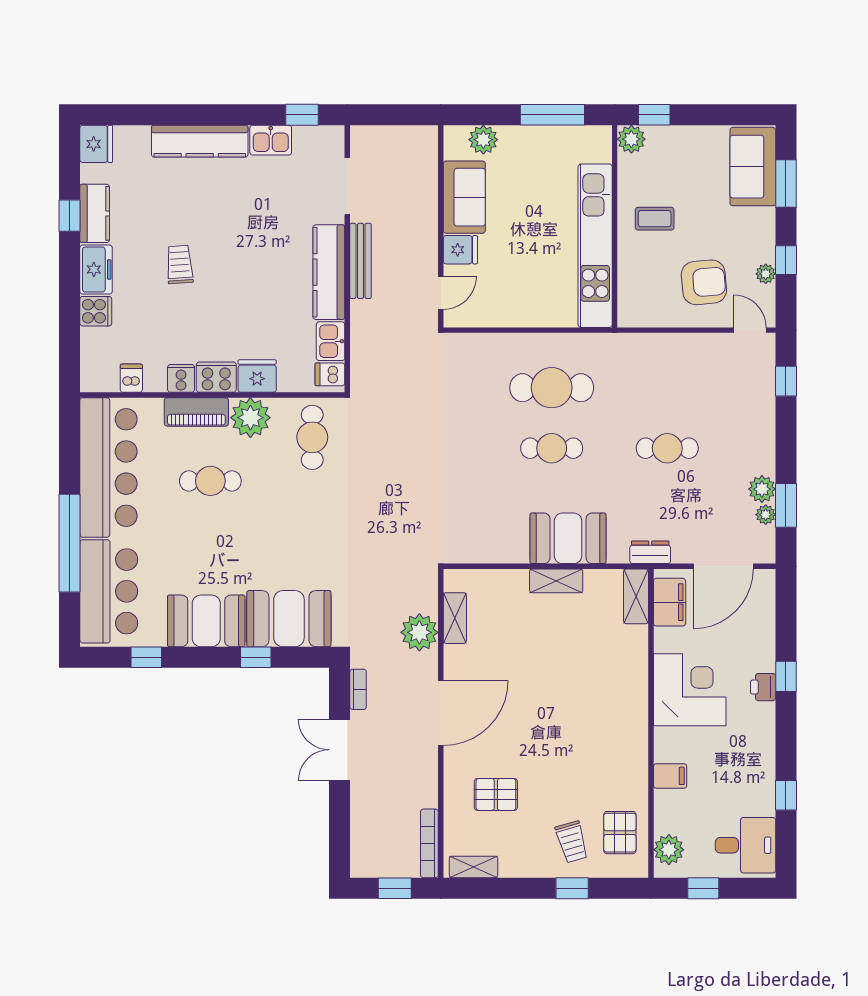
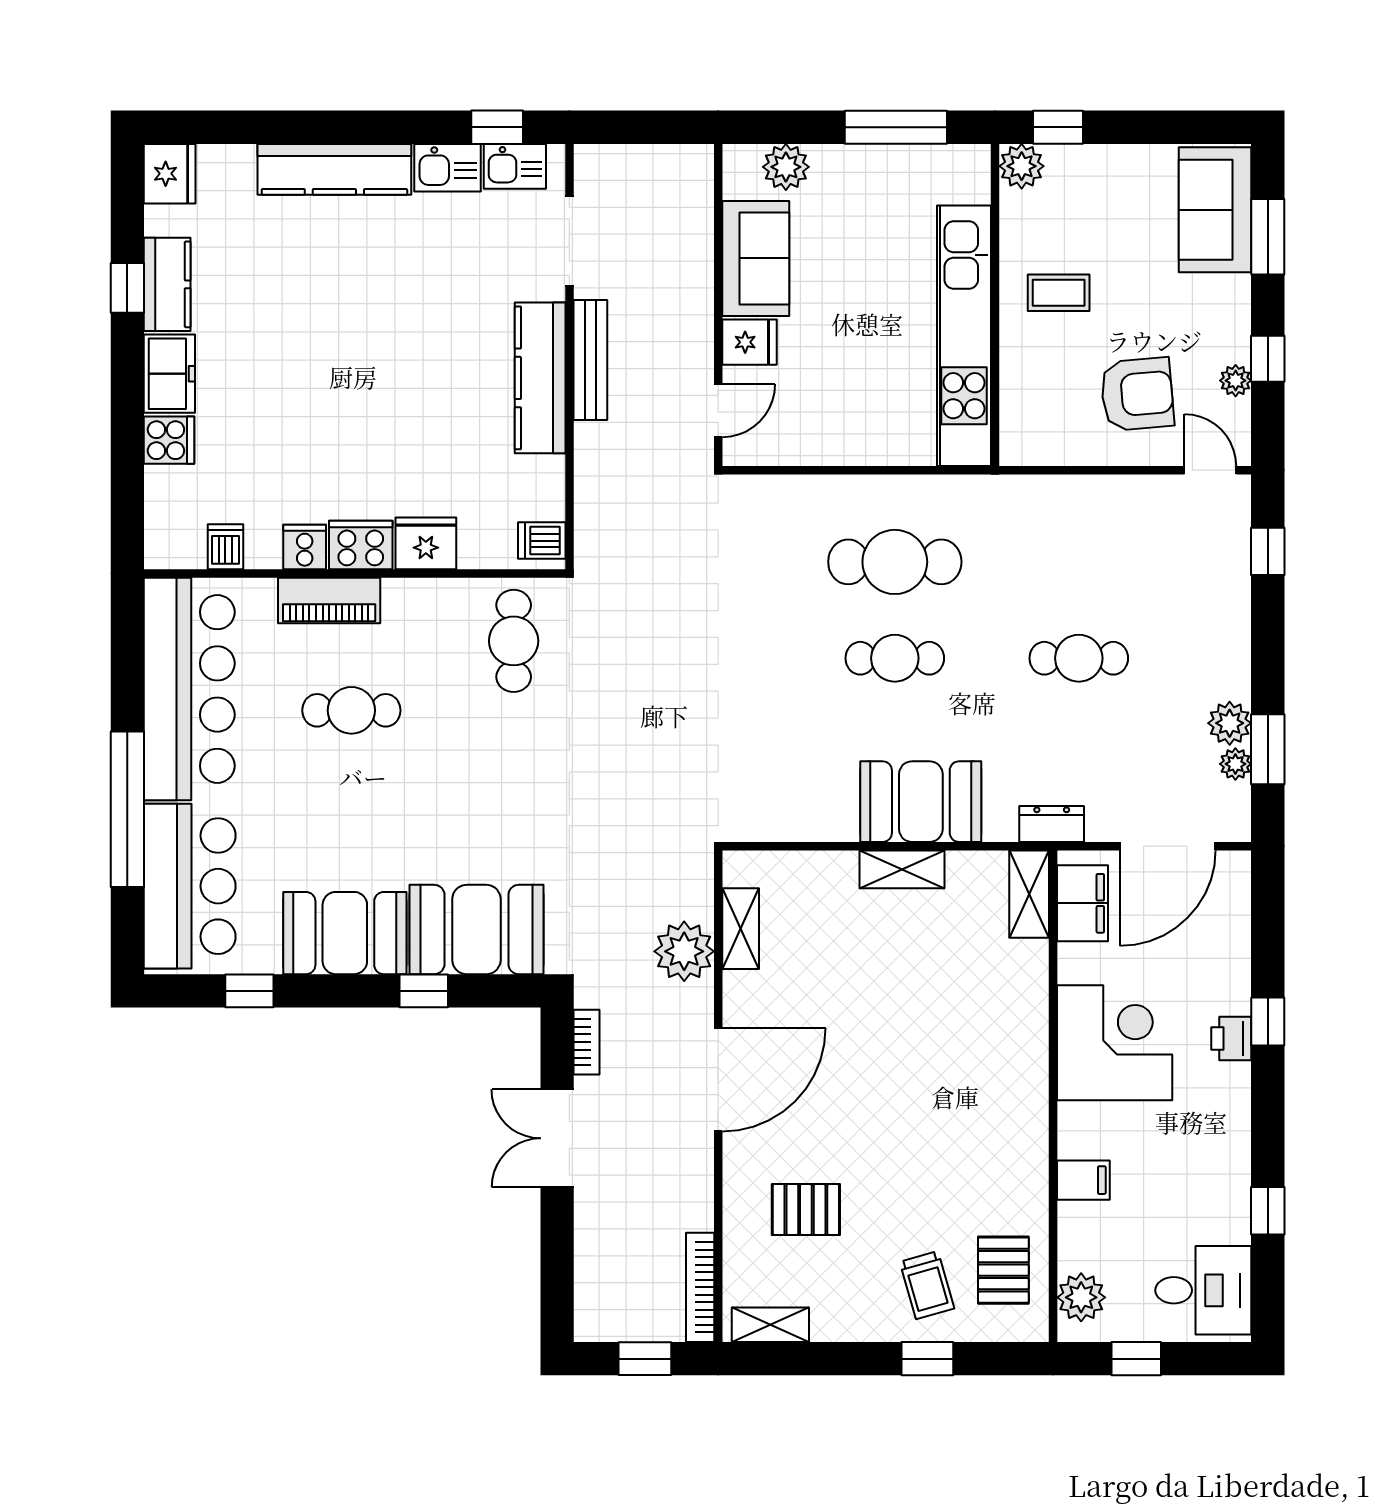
trolley: (180, 265) -> (302, 366), removed
kitchen sink: (331, 341) -> (515, 166), moved, turned -90
plant: (250, 418) -> (415, 609), removed

